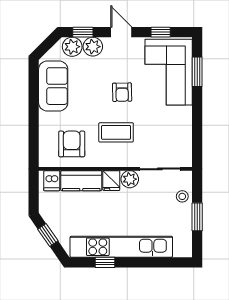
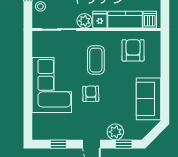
plant: (72, 47) -> (133, 132), removed
corner sofa: (169, 72) -> (52, 85), moved
window: (197, 72) -> (28, 111), removed
coffee table: (116, 132) -> (96, 60), turned 90
armchair: (72, 144) -> (133, 50), turned 180

